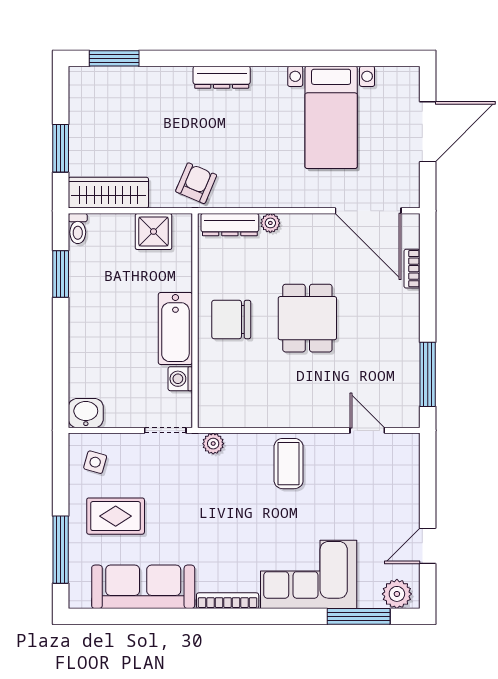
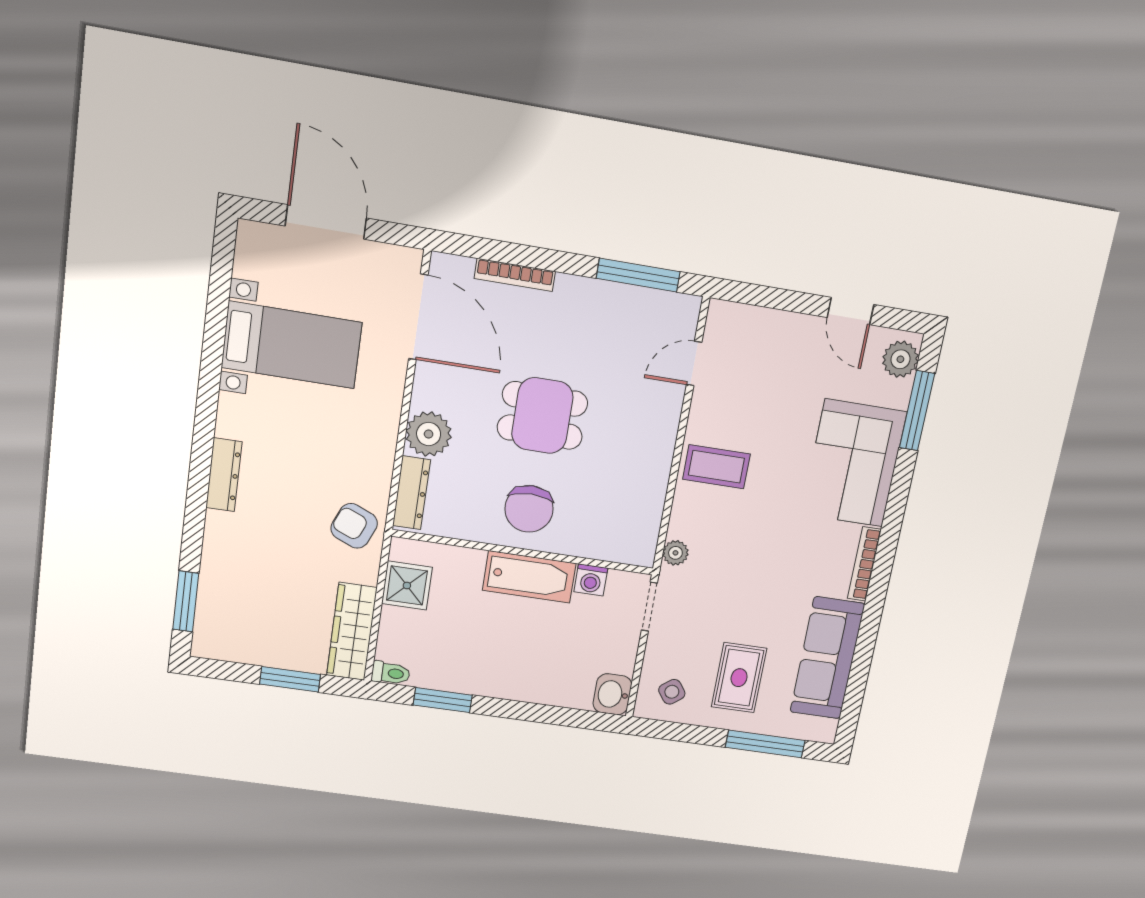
door: (368, 211) -> (418, 317), hinge flipped
plant: (270, 223) -> (429, 434), width x1.88, depth x1.88
bookcase: (412, 269) -> (515, 275), width x1.56
side table: (95, 462) -> (672, 692), turned 37

